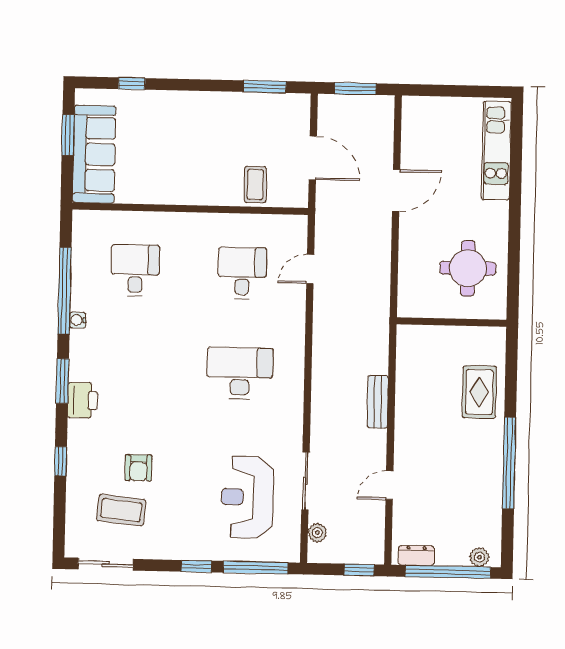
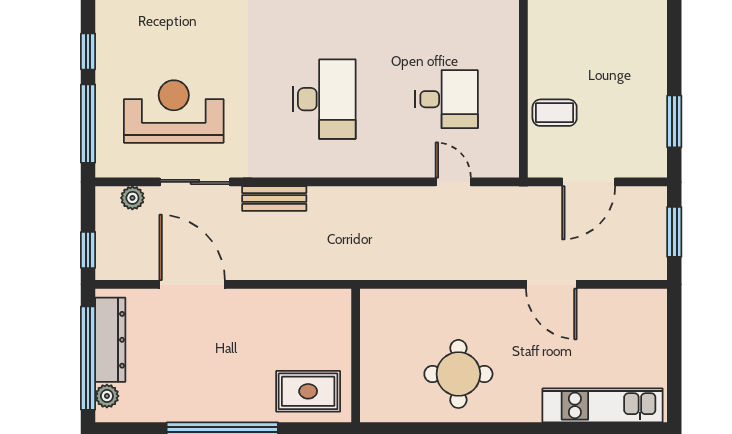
wall: (452, 322) -> (356, 355), moved
bench: (378, 402) -> (274, 199), moved
door: (389, 485) -> (192, 284), width x1.87
dresser: (416, 555) -> (110, 340), width x1.96, depth x1.24

